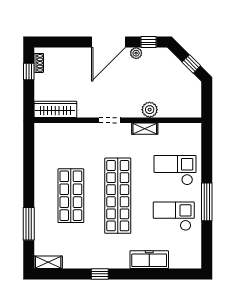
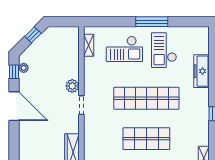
plant: (136, 53) -> (24, 68), moved
plant: (150, 110) -> (72, 86), moved
shelving: (145, 129) -> (89, 45), moved
checkout: (175, 170) -> (124, 49), turned -90

